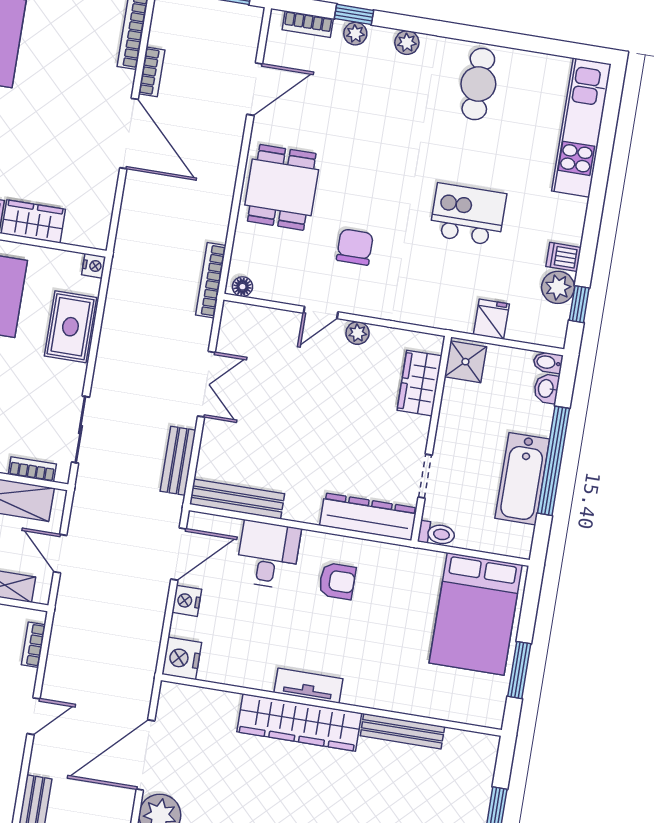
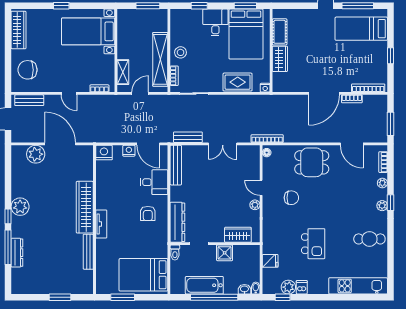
window: (354, 14) -> (390, 203), moved
shower: (465, 362) -> (225, 253), moved
tv unit: (308, 686) -> (101, 224), moved

